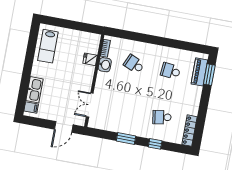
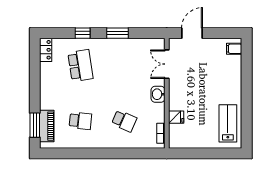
washbasin: (105, 65) -> (158, 94), moved
kitchen sink: (34, 90) -> (234, 70), removed
double door: (90, 105) -> (167, 64), swing flipped
school desk: (162, 117) -> (80, 66), width x1.85
locker: (190, 131) -> (46, 50), width x0.66

